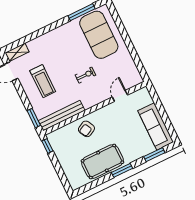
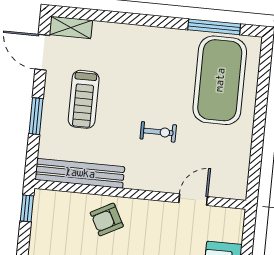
window: (34, 118) -> (36, 116), moved

